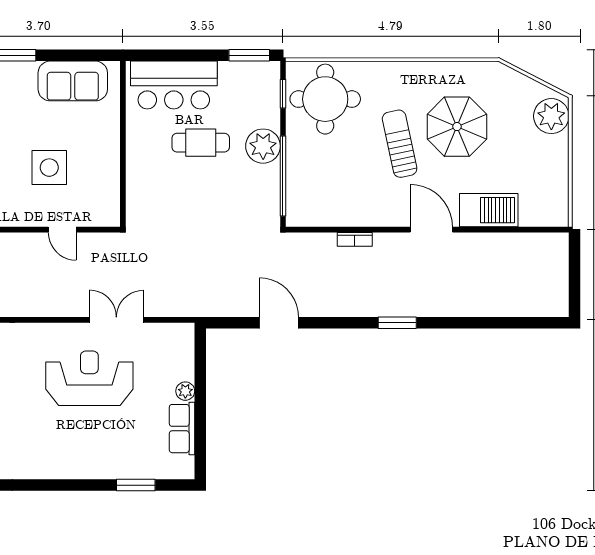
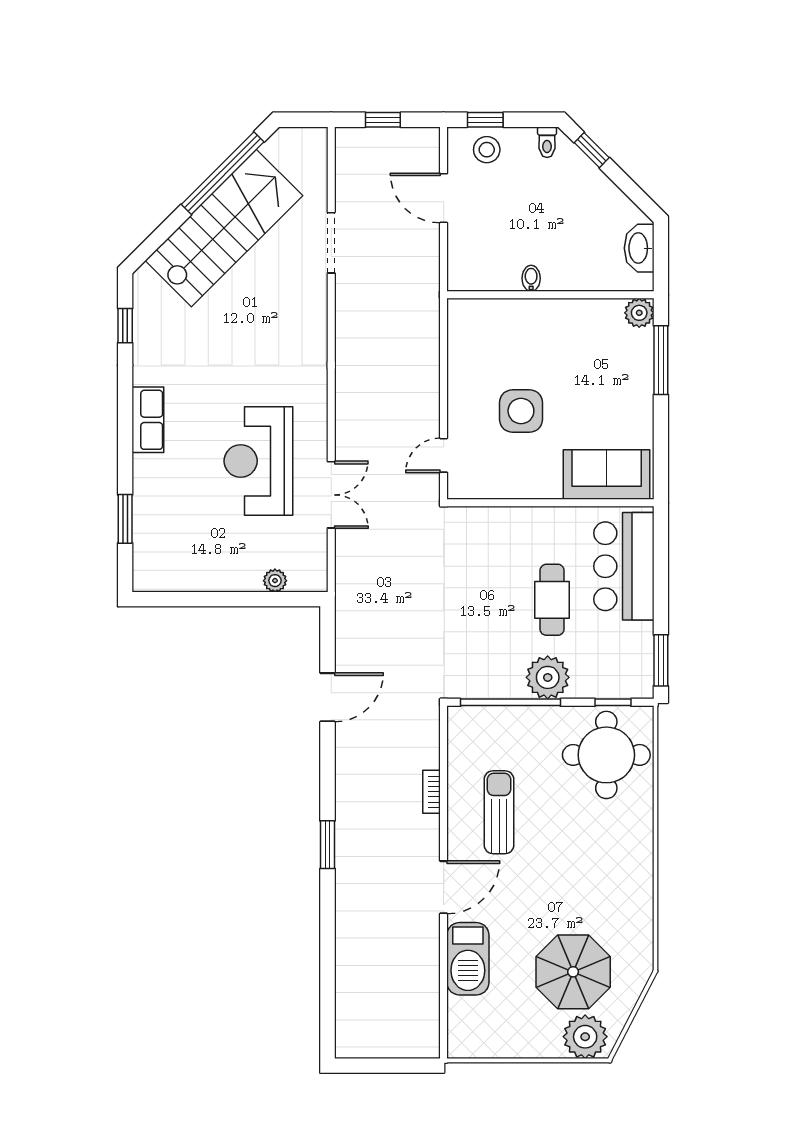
sofa: (73, 81) -> (607, 474), moved, turned 90
parasol: (457, 127) -> (573, 972), moved
sun lounger: (400, 144) -> (499, 812), moved, turned -78
door: (62, 230) -> (444, 455), moved
reception desk: (89, 378) -> (258, 461), turned 180
plant: (185, 391) -> (275, 581), moved
row of seats: (182, 429) -> (148, 420), moved, turned 90

